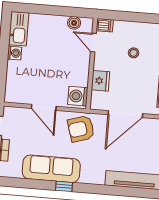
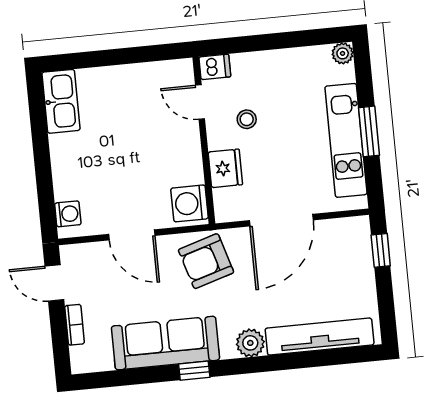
boiler: (74, 23) -> (159, 73), removed
washing machine: (14, 53) -> (68, 214), moved
stool: (134, 53) -> (247, 119), moved
plant: (97, 177) -> (250, 343), added

